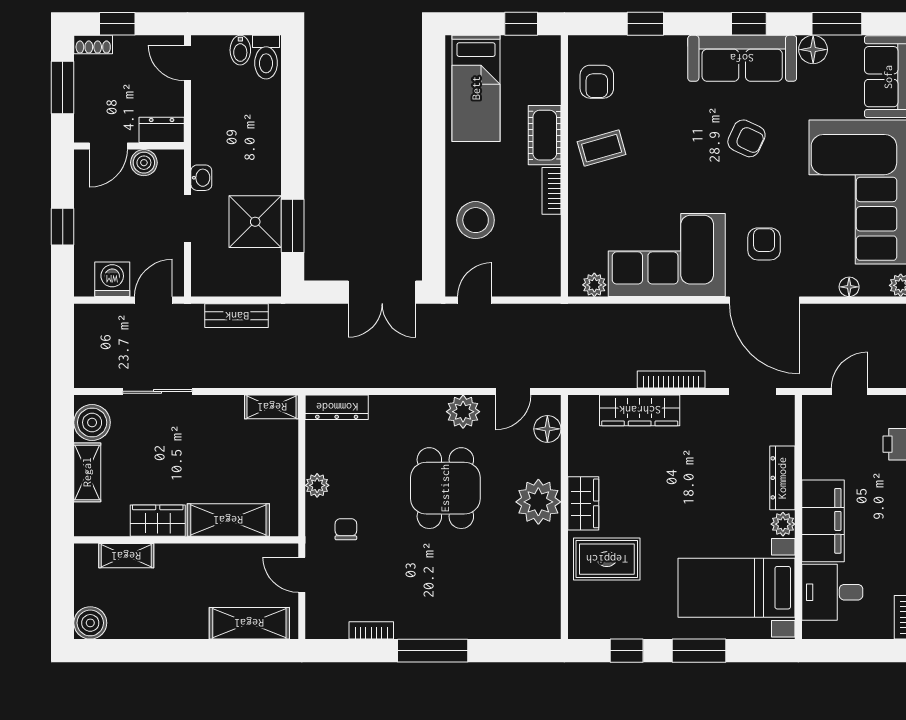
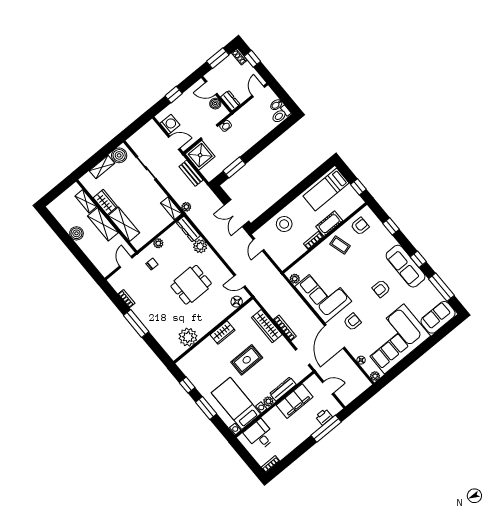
window: (837, 24) -> (441, 287), width x1.44
floor lamp: (813, 50) -> (427, 286), removed
armchair: (597, 82) -> (360, 226), turned 180
armchair: (746, 138) -> (381, 289), turned 65
shower: (255, 222) -> (200, 155), moved
door: (475, 300) -> (259, 245), swing flipped
plant: (292, 377) -> (186, 207), added
plant: (463, 412) -> (200, 246), moved
plant: (538, 502) -> (188, 337), moved
filing cabinet: (823, 521) -> (295, 401), moved
rug: (607, 559) -> (247, 360), moved, turned 90
boiler: (90, 623) -> (76, 233), moved
shelving: (249, 623) -> (103, 224), moved

